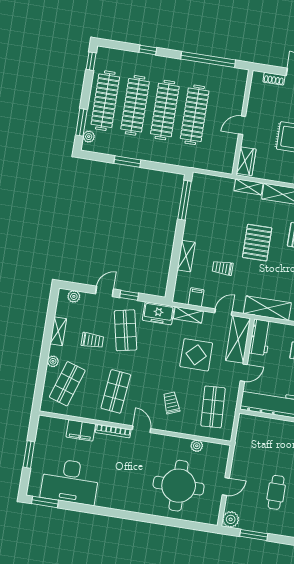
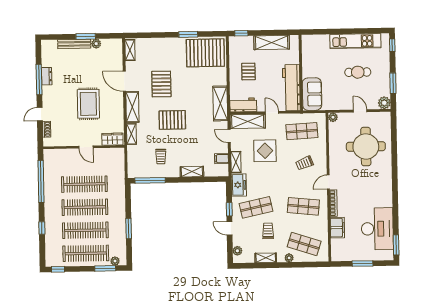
trolley: (223, 268) -> (161, 157), moved
sofa: (258, 428) -> (312, 94), added
plant: (197, 446) -> (333, 117), moved

